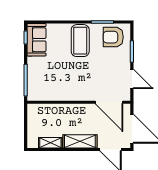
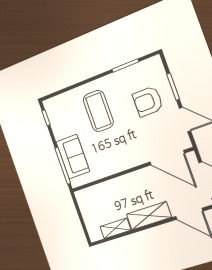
armchair: (113, 37) -> (148, 101), moved
sofa: (36, 40) -> (73, 157), moved
coffee table: (80, 41) -> (98, 111), moved

